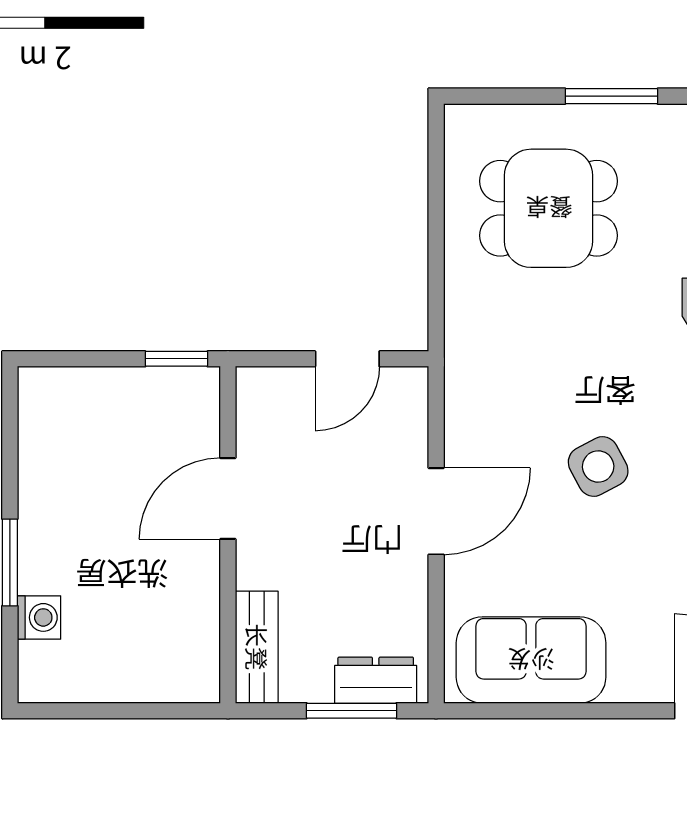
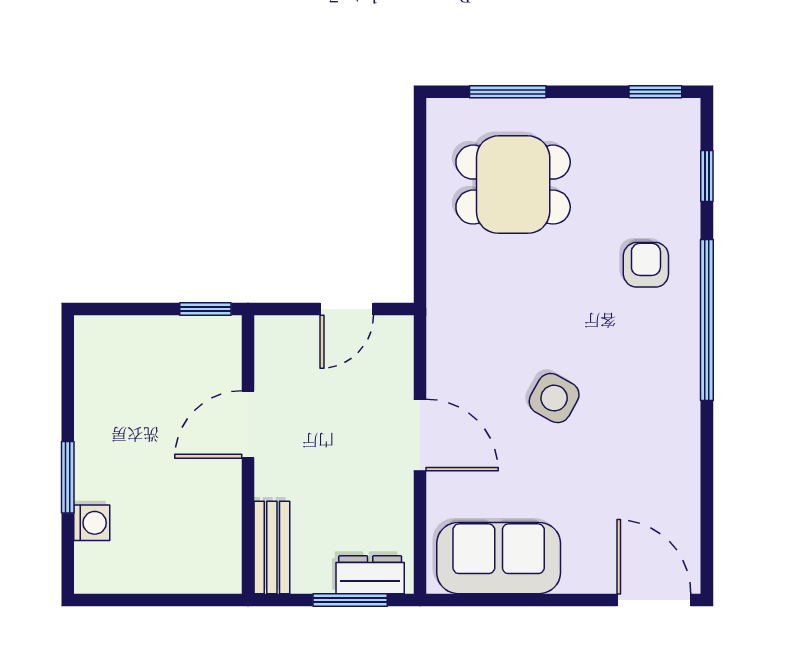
window: (611, 96) -> (508, 92), moved
side table: (598, 466) -> (554, 398), turned -33
door: (436, 511) -> (420, 435), hinge flipped

